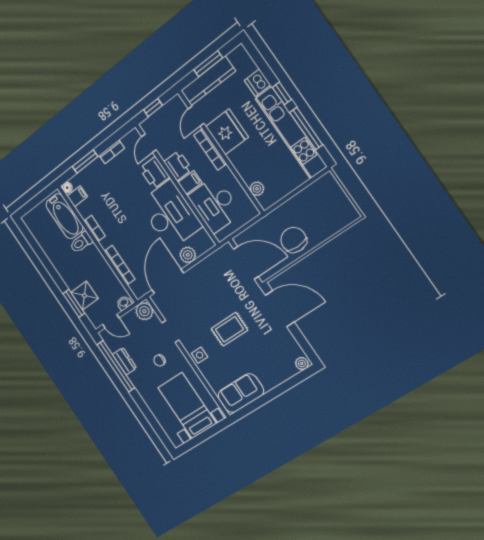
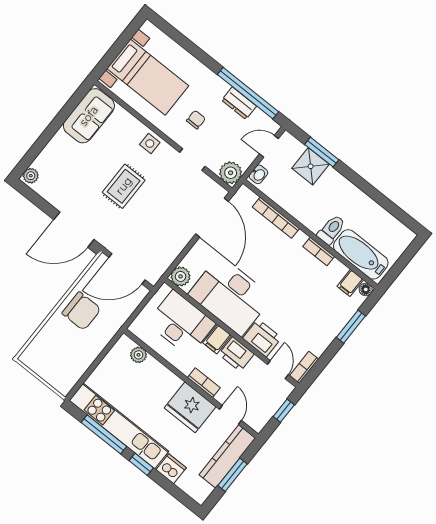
bookcase: (210, 149) -> (204, 383), width x0.64
bookcase: (112, 152) -> (304, 367), moved
plant: (188, 255) -> (181, 276), moved

